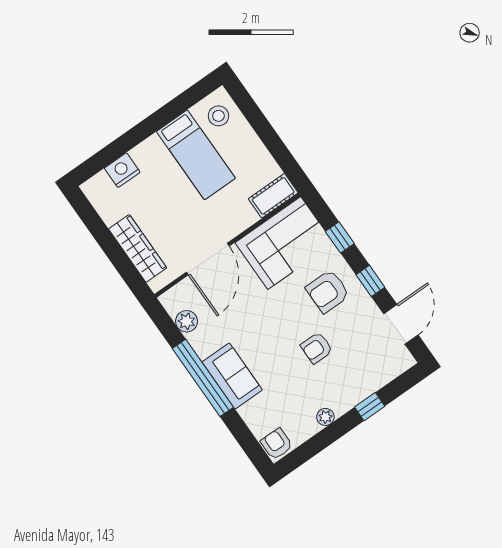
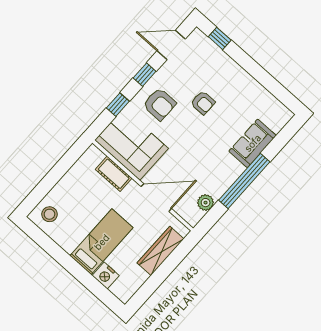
bed: (196, 155) -> (102, 242), moved
cot: (273, 196) -> (114, 174), moved
sofa: (232, 376) -> (253, 143), moved
window: (370, 407) -> (220, 38), moved
plant: (325, 417) -> (252, 84), removed
armchair: (277, 444) -> (280, 116), removed

